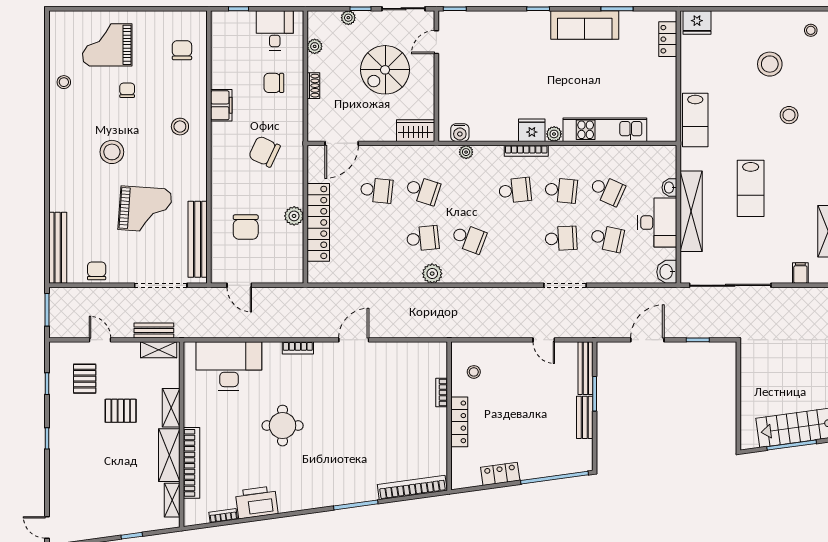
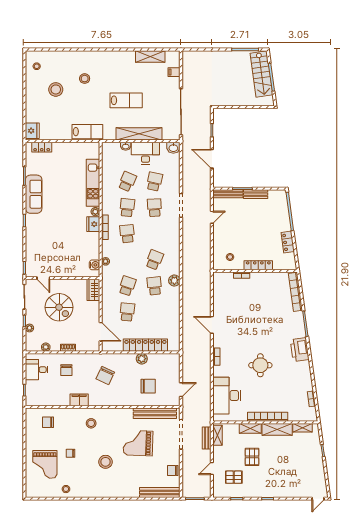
grand piano: (145, 209) -> (138, 443), turned -92
bookcase: (191, 463) -> (268, 417), moved
printer: (257, 502) -> (300, 350), moved

